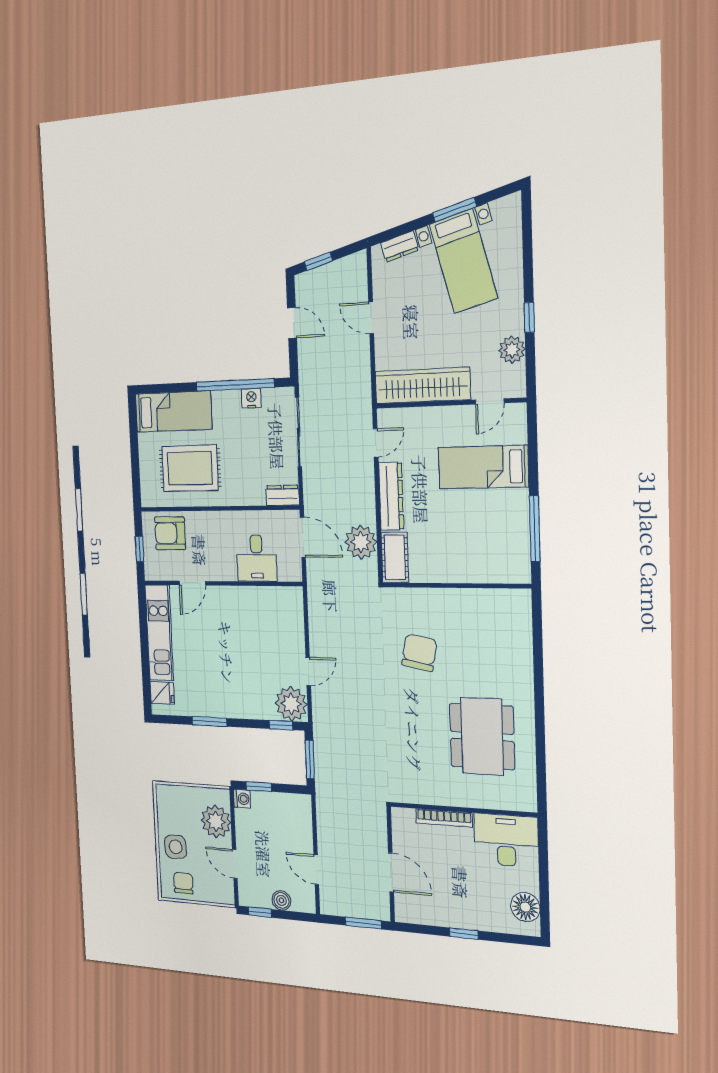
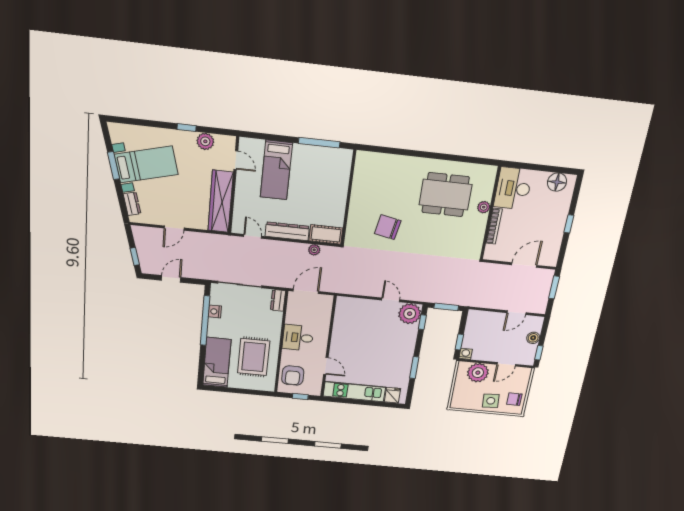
plant: (361, 542) -> (314, 250), width x0.53, depth x0.53
desk: (257, 558) -> (298, 338), moved, turned 180
plant: (471, 798) -> (484, 207), added

